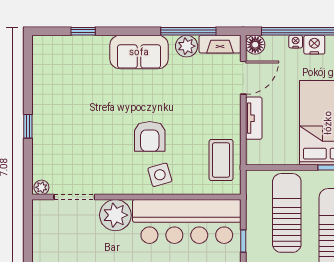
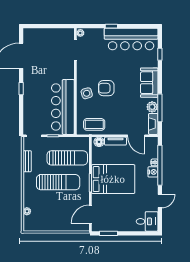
floor lamp: (255, 45) -> (99, 142), moved
bar counter: (53, 88) -> (131, 39), added
plant: (115, 215) -> (66, 71), removed

